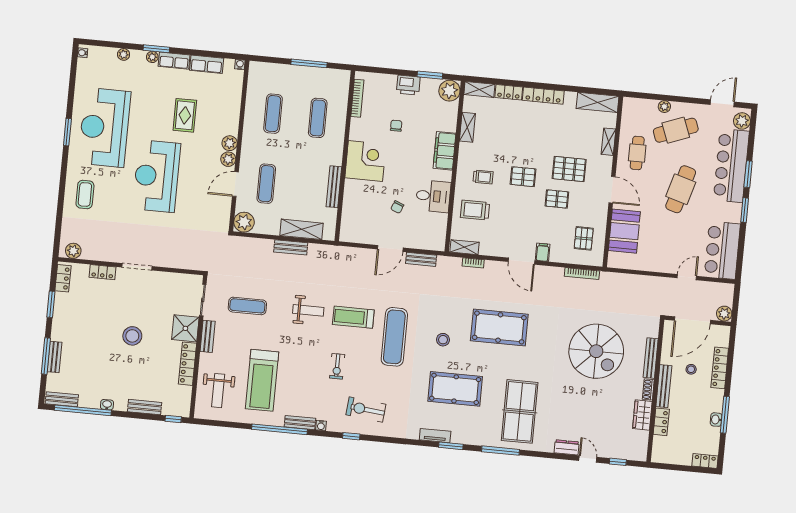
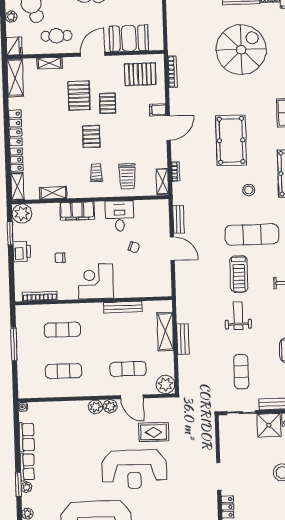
fridge: (632, 106) -> (14, 46), added
rug: (185, 115) -> (154, 432), moved
pallet: (584, 238) -> (140, 74), width x1.50, depth x1.42

